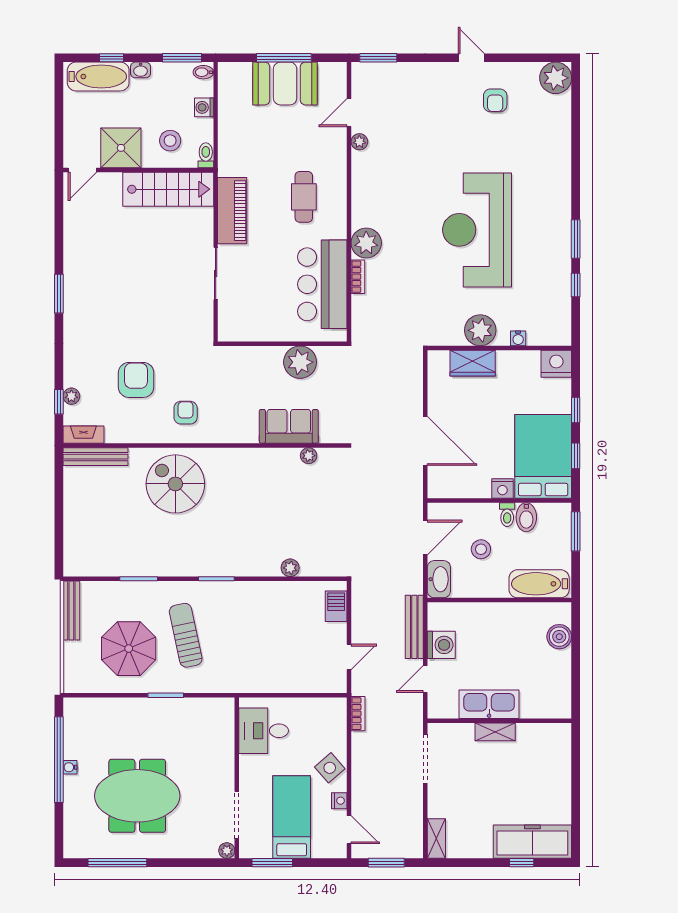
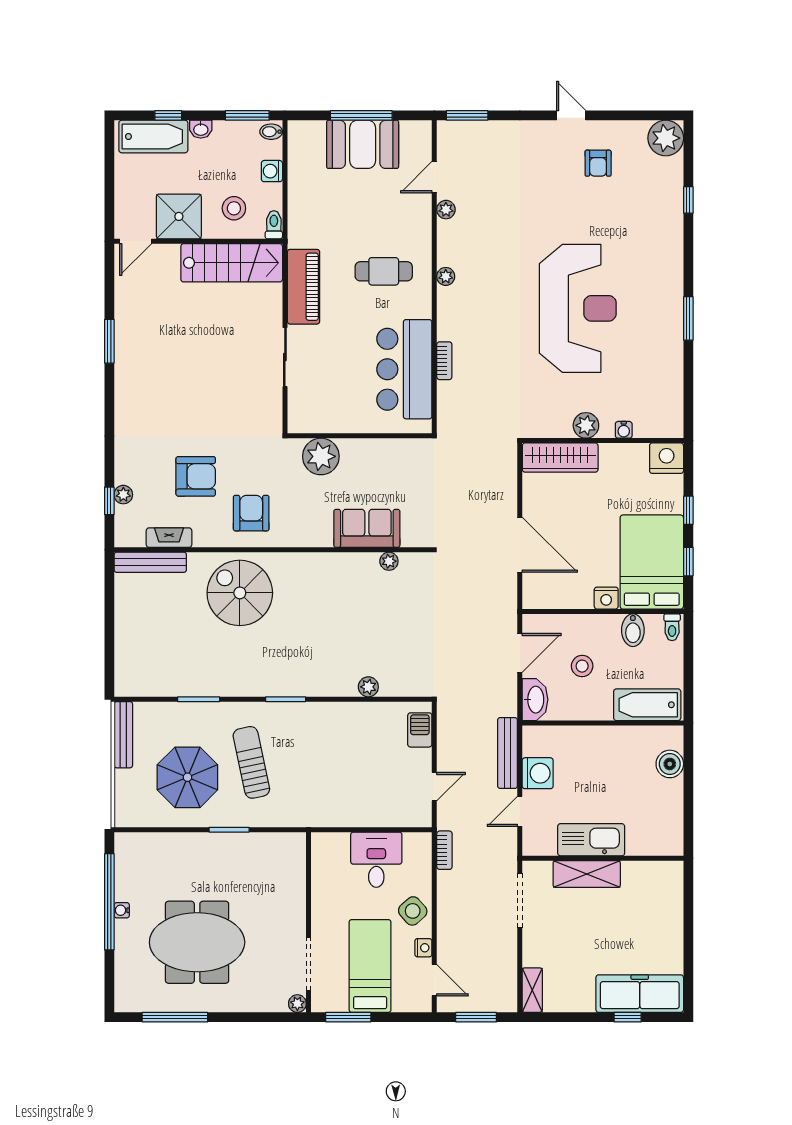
cafe table: (304, 197) -> (384, 271), turned 90
reception desk: (477, 230) -> (578, 308), turned 180
plant: (366, 243) -> (446, 276), moved, width x0.53, depth x0.53
window: (576, 285) -> (688, 200), moved
window: (59, 294) -> (109, 341), moved
plant: (480, 330) -> (586, 425), width x0.73, depth x0.73
plant: (300, 362) -> (321, 456), moved
wardrobe: (473, 363) -> (560, 458), width x1.50
armchair: (136, 380) -> (196, 476), turned 90
armchair: (186, 413) -> (251, 513), width x1.38, depth x1.38
fireplace: (83, 435) -> (169, 538), moved
toilet: (507, 515) -> (672, 627), moved
window: (576, 531) -> (688, 646), removed
desk: (264, 731) -> (376, 860), moved, turned 90
shelving: (495, 732) -> (587, 874), width x1.50, depth x1.33

